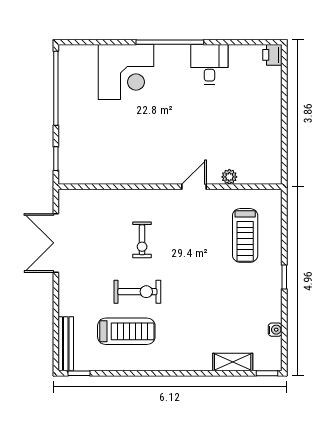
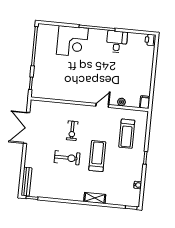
filing cabinet: (273, 173) -> (145, 102), added
treadmill: (126, 331) -> (97, 156), moved, turned -90
shelving: (233, 362) -> (95, 198), moved

